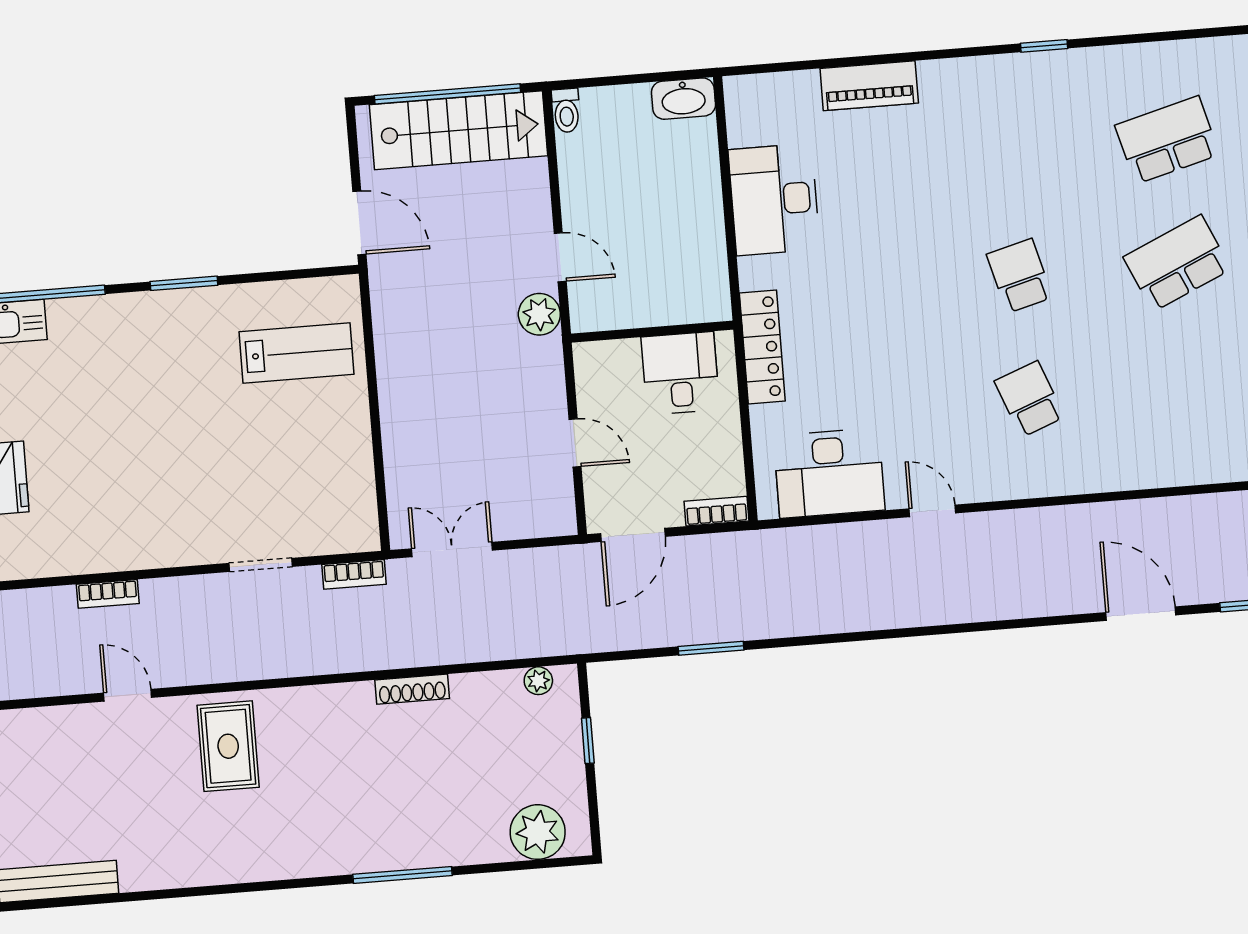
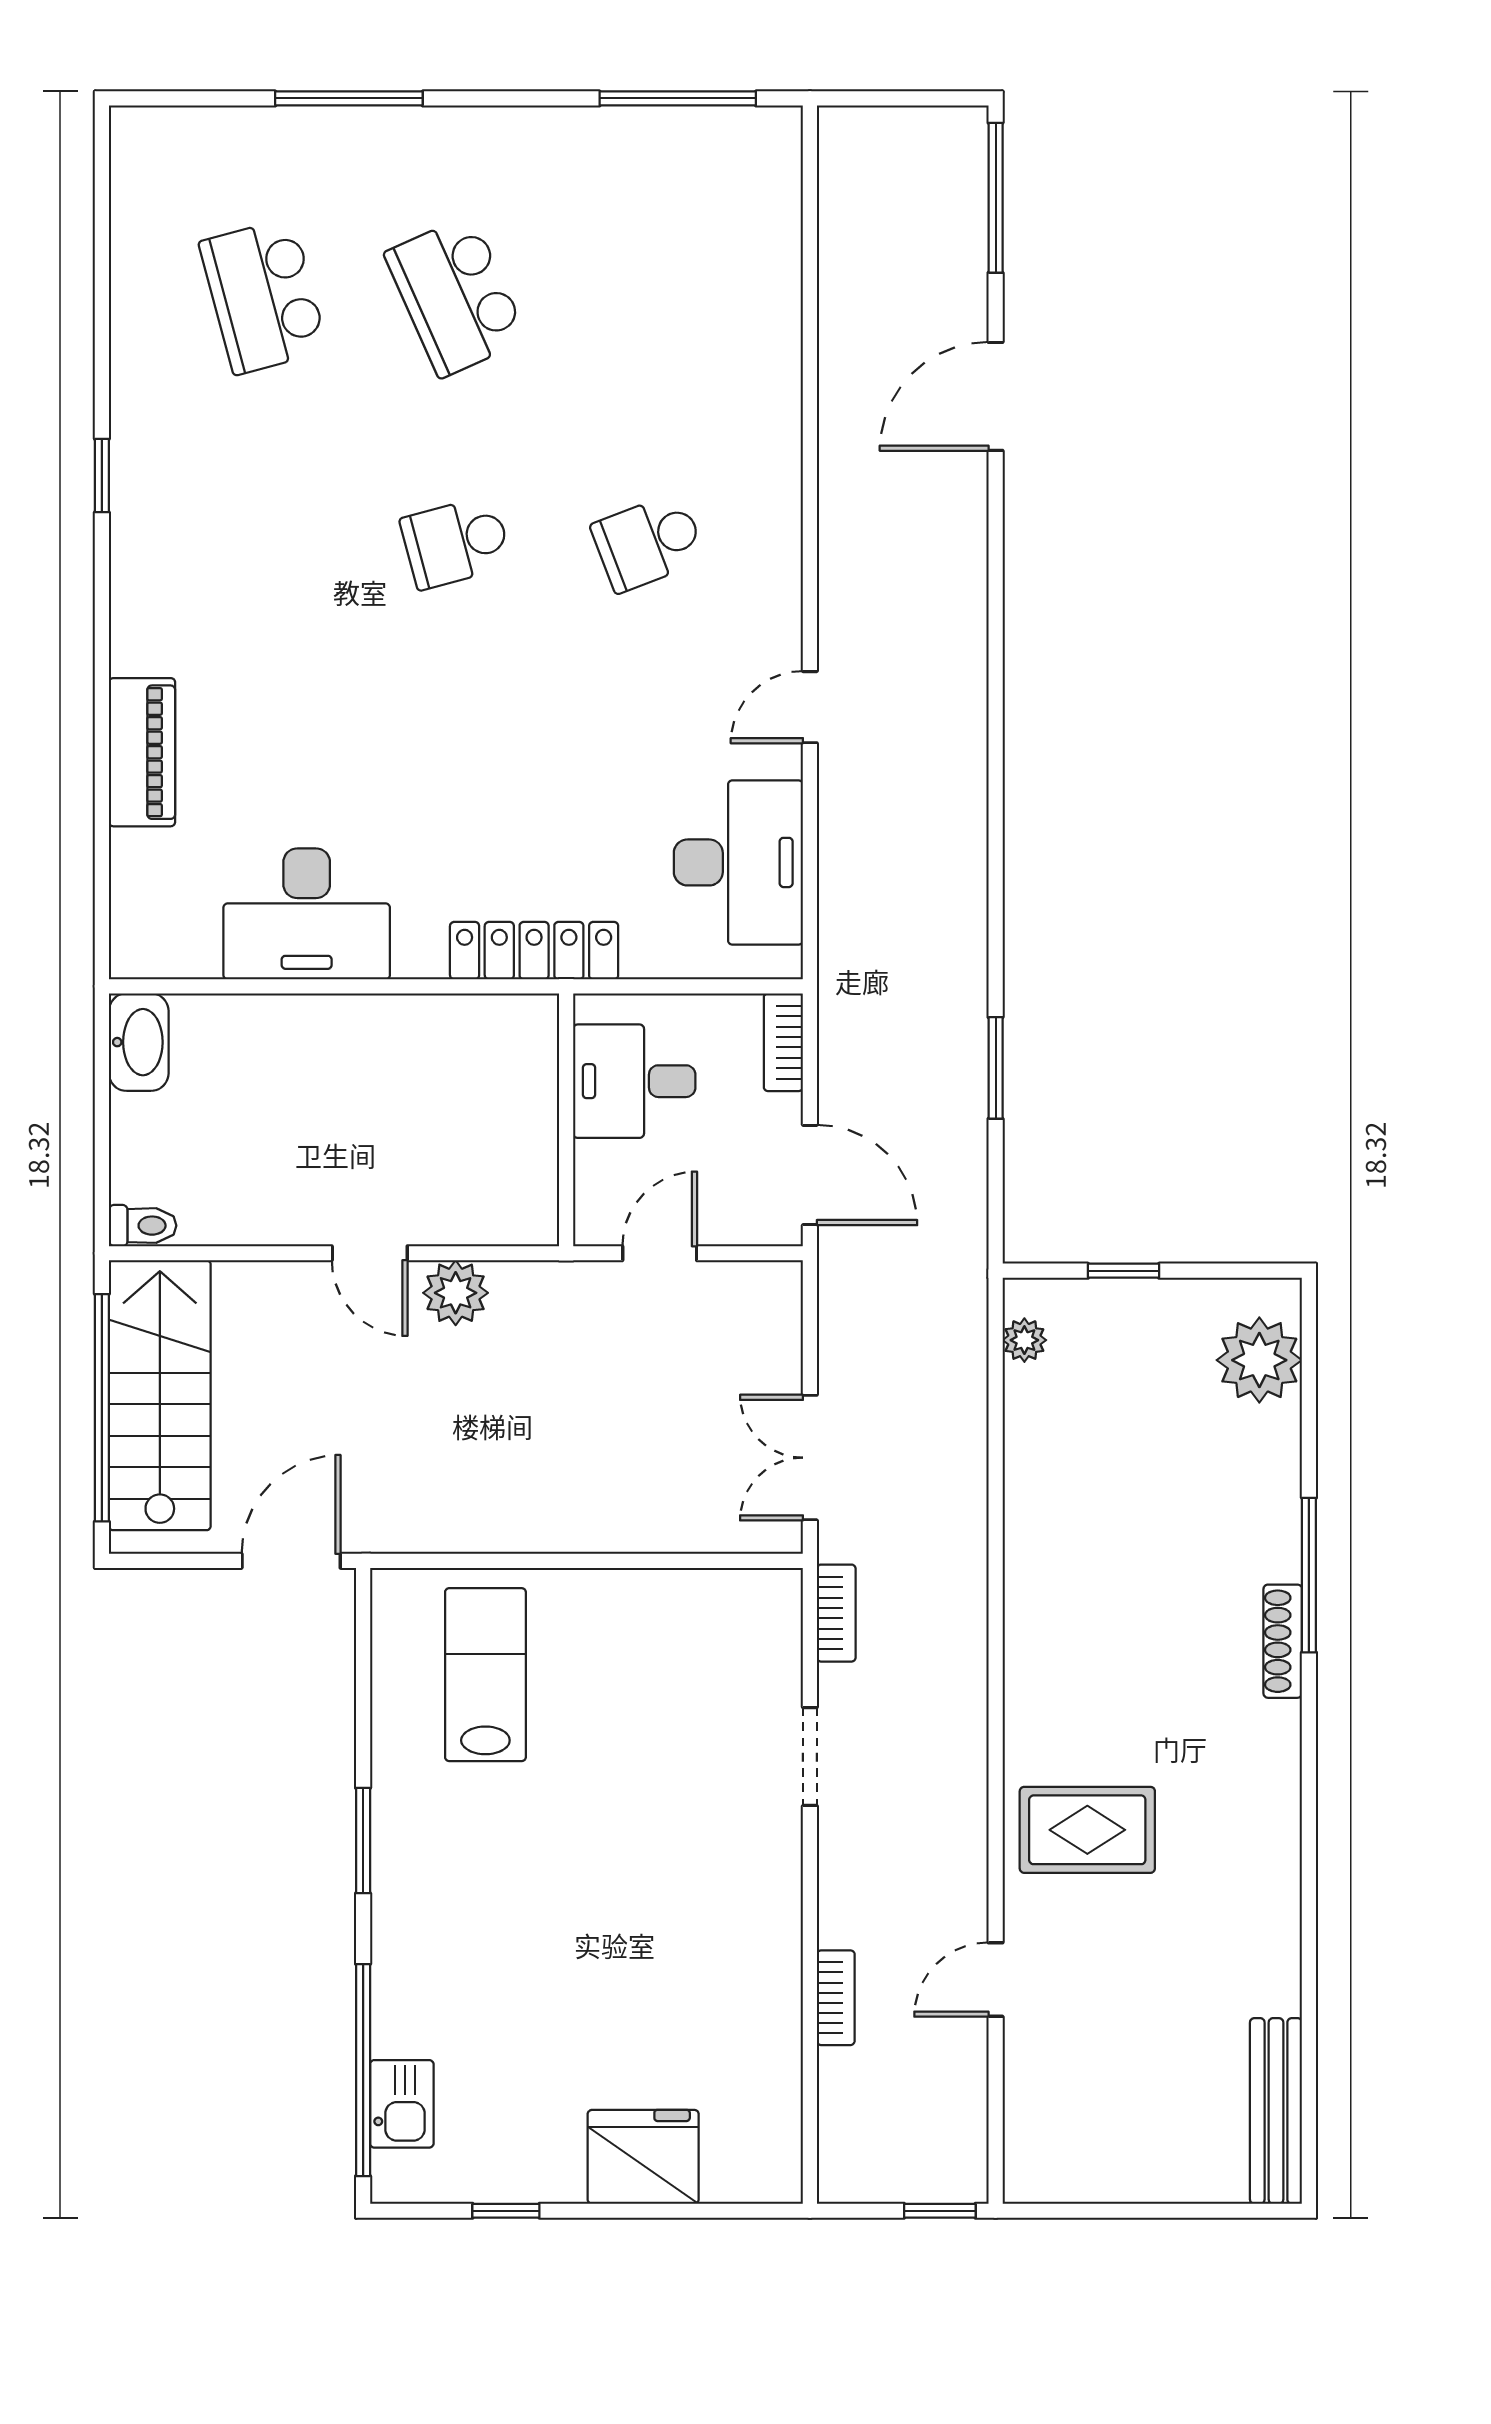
door: (560, 257) -> (370, 1253), swing flipped
wall: (652, 332) -> (566, 1120), moved
desk: (680, 373) -> (634, 1081), moved
shoe rack: (412, 689) -> (1283, 1641), moved, turned 180

